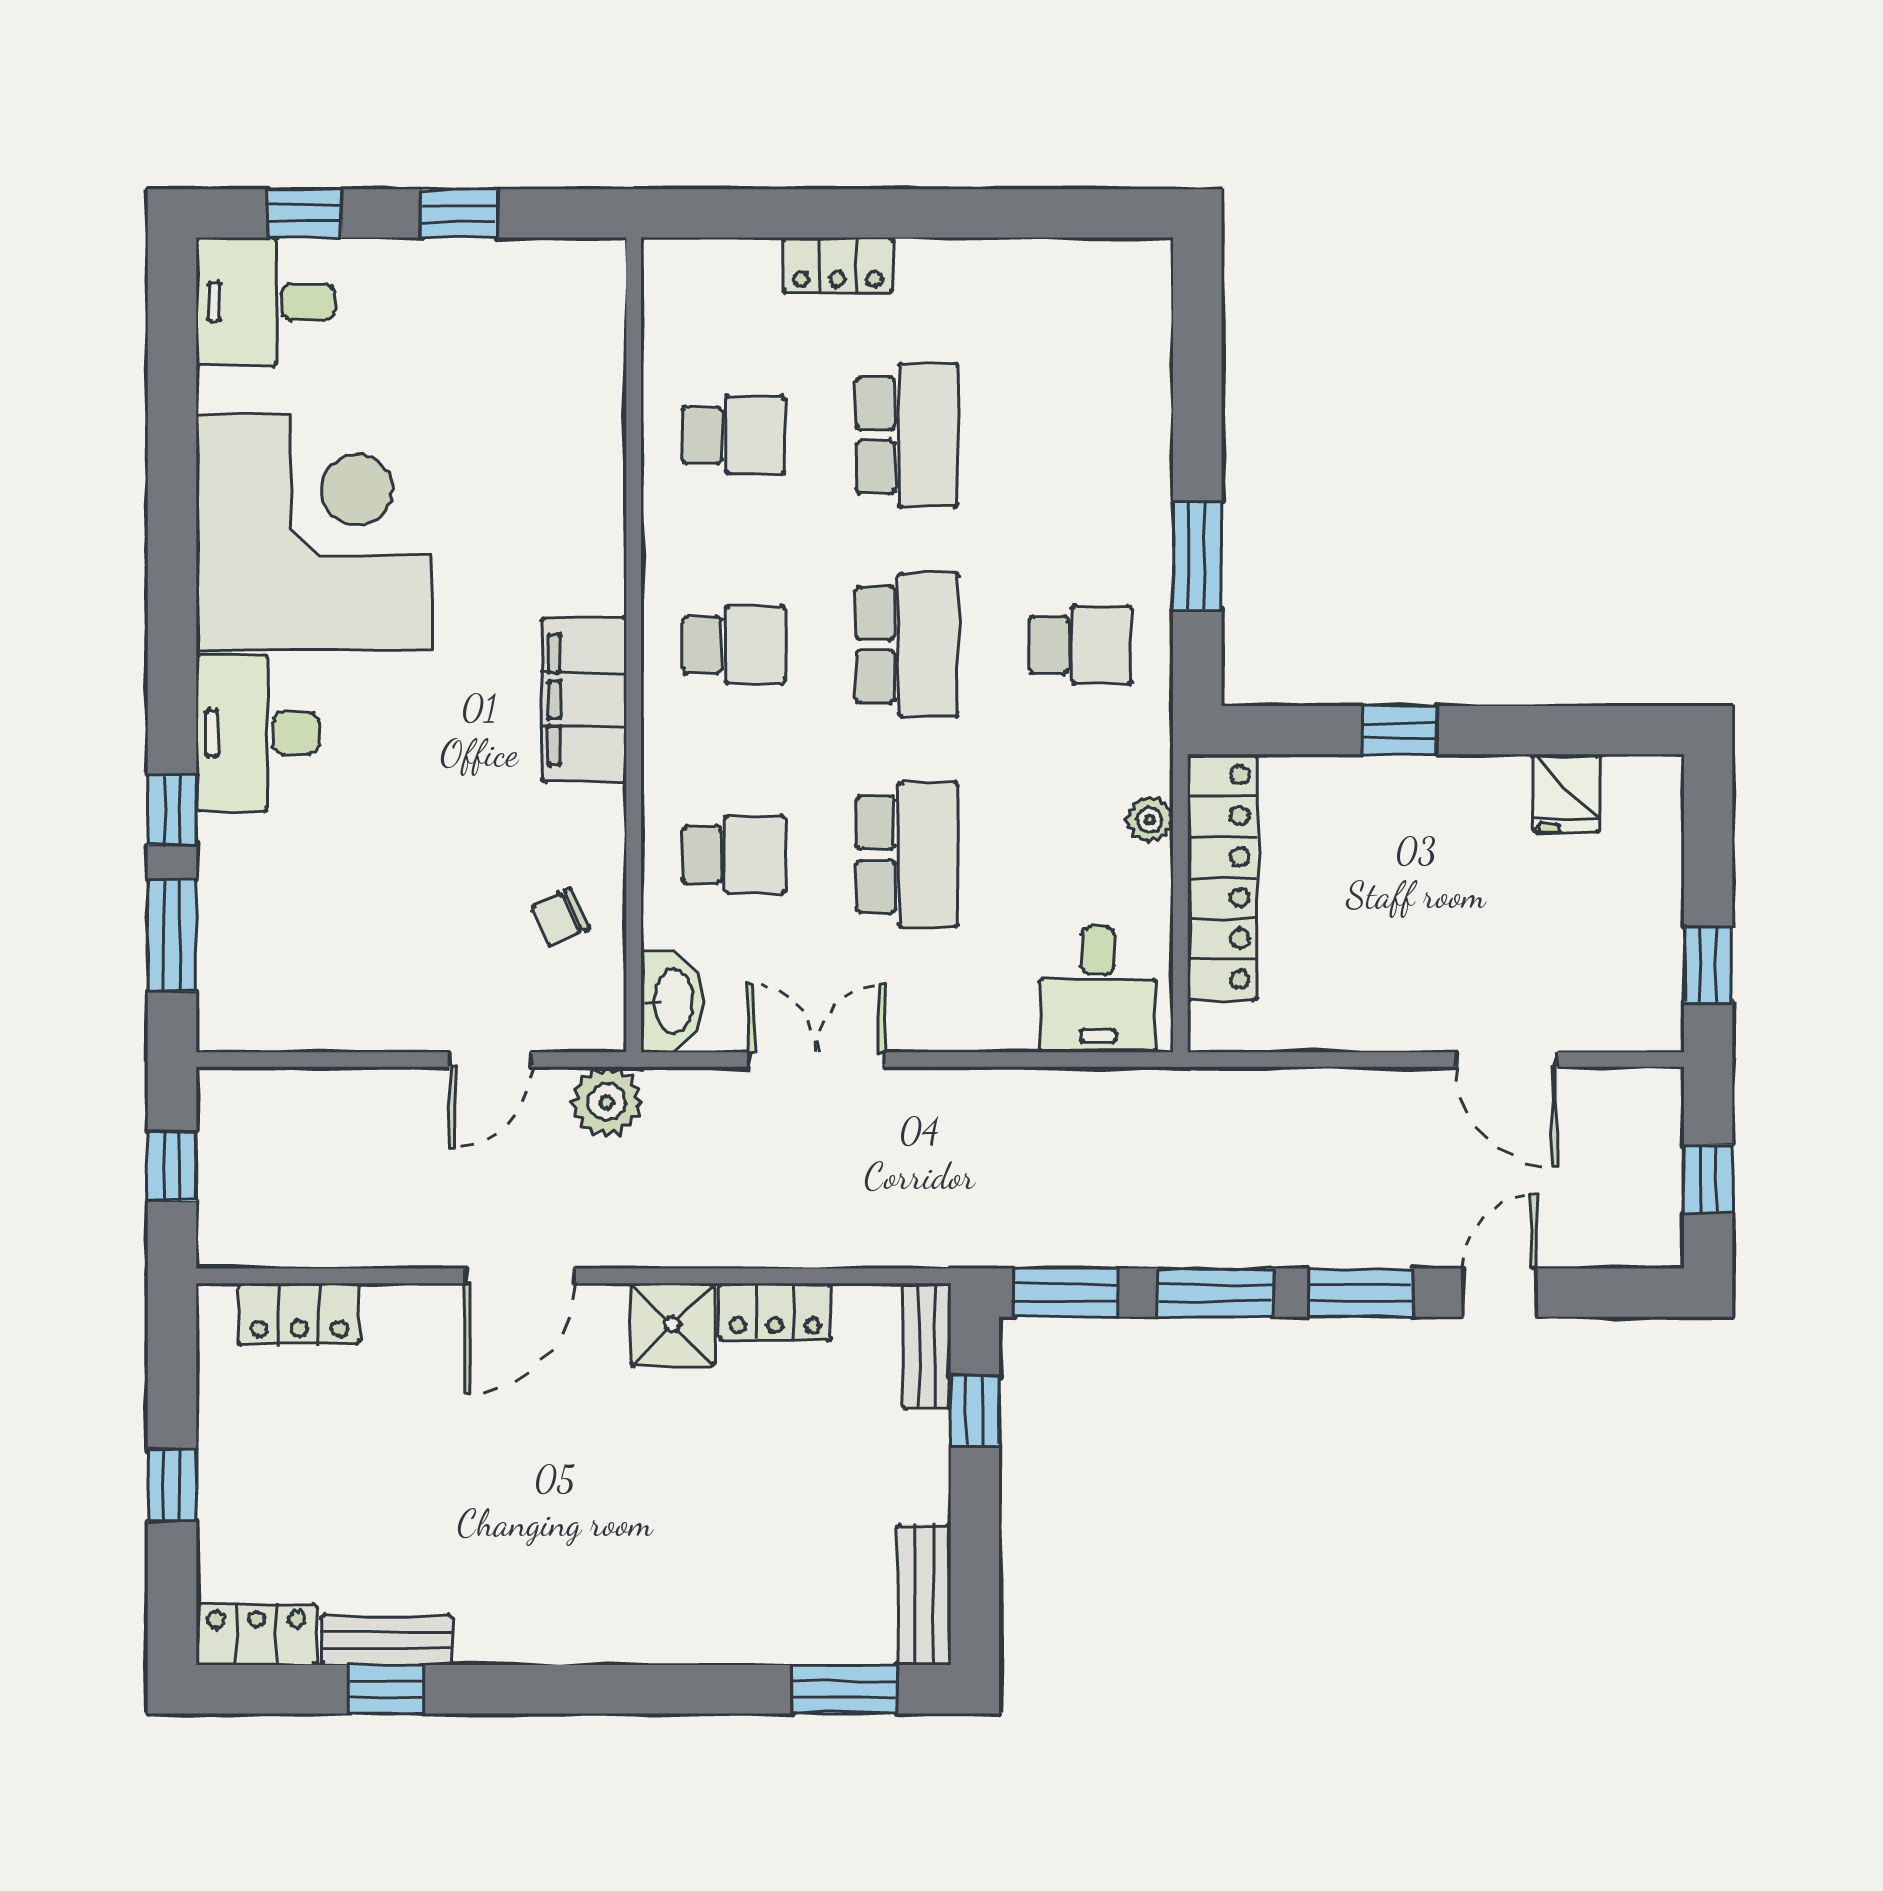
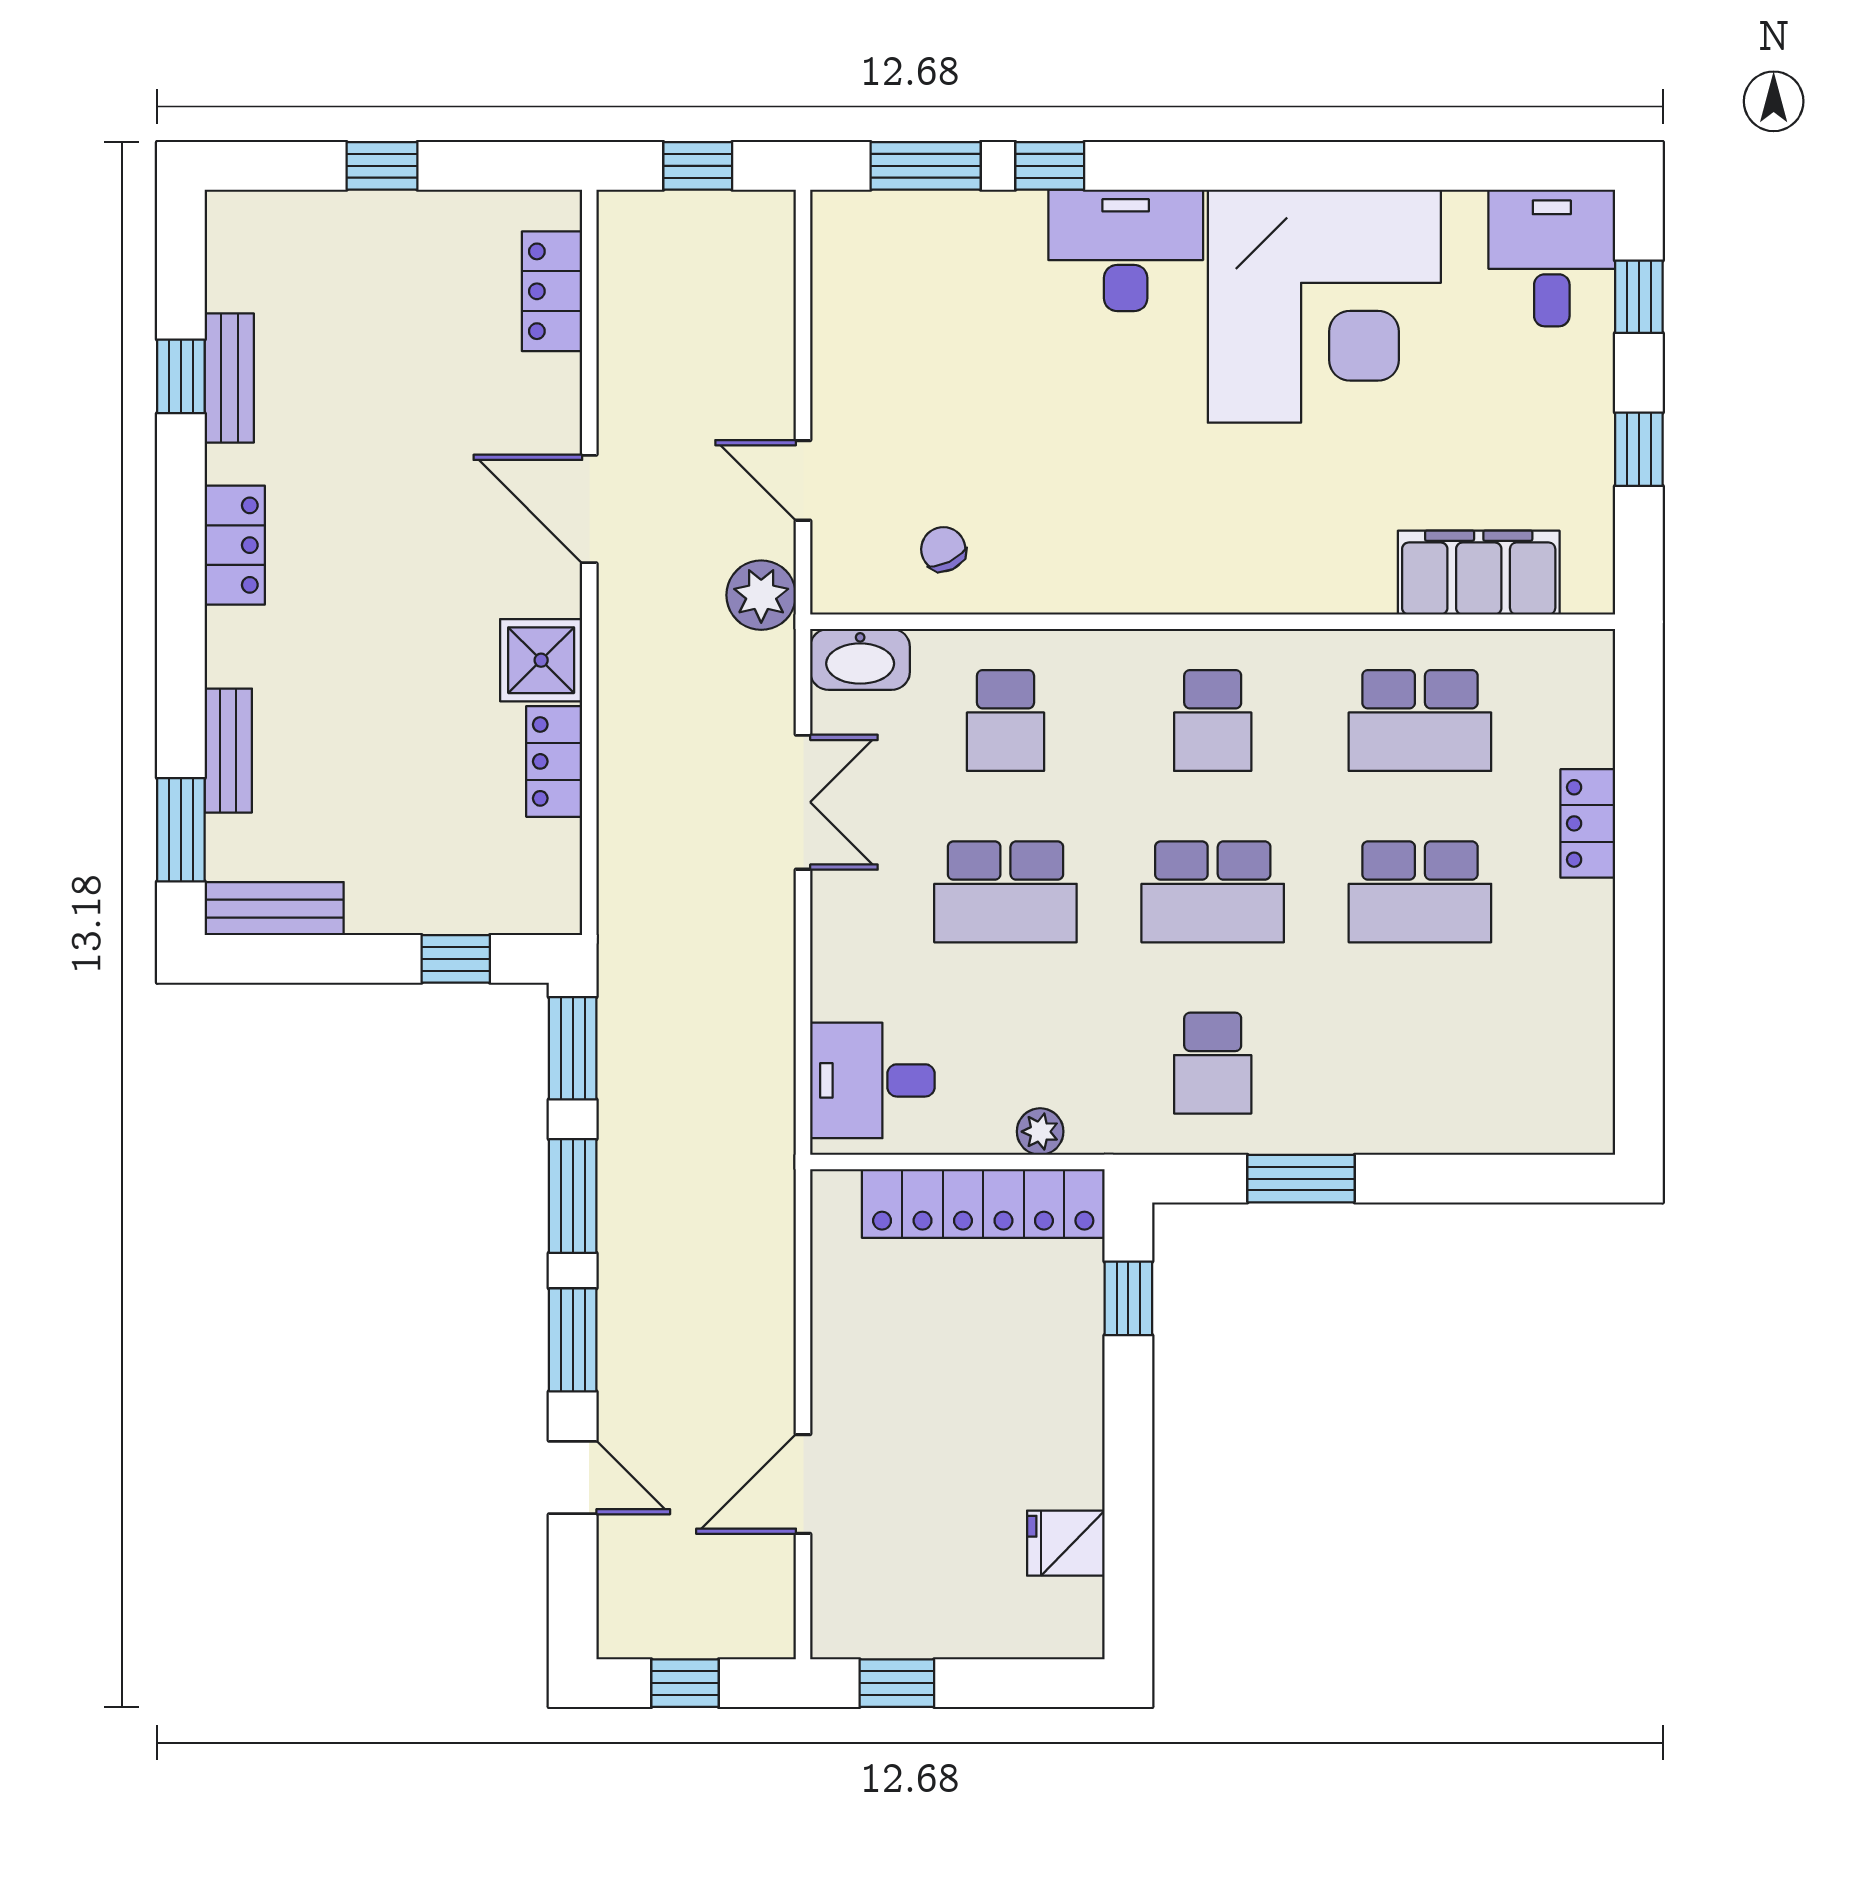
school desk: (734, 435) -> (1420, 721), width x1.85
filing cabinet: (584, 700) -> (1479, 573), moved
window: (1400, 730) -> (1128, 1298), moved
bench: (927, 1346) -> (228, 751), moved, turned 90
locker: (256, 1635) -> (235, 545), moved

